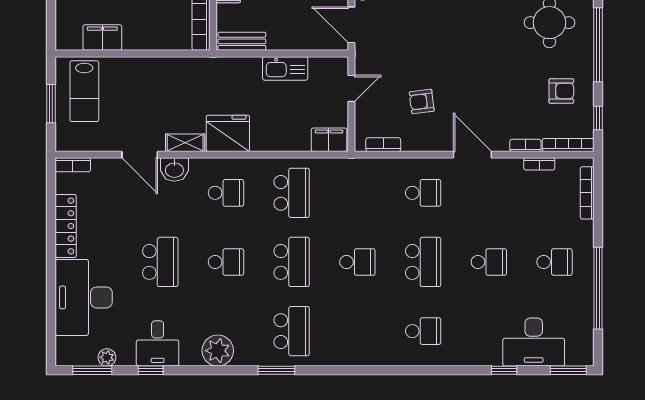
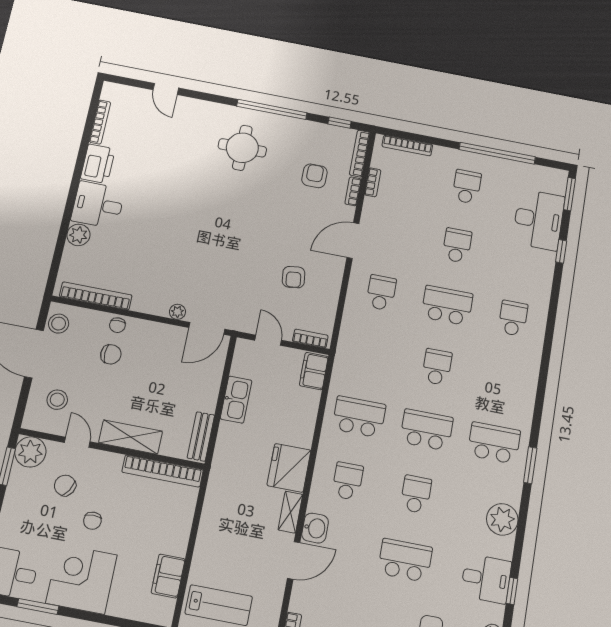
armchair: (561, 91) -> (314, 176), moved
bookcase: (383, 145) -> (310, 339), moved, turned 90

